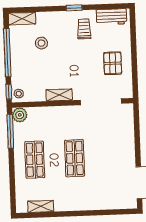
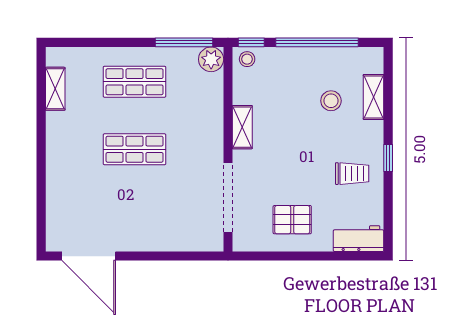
workbench: (111, 17) -> (359, 239), moved, turned 90
shelving: (22, 19) -> (374, 97), moved

